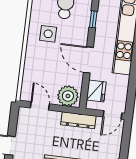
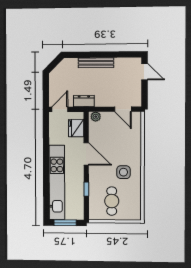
plant: (68, 96) -> (96, 117), width x0.53, depth x0.53
dresser: (78, 120) -> (84, 101), width x0.70

